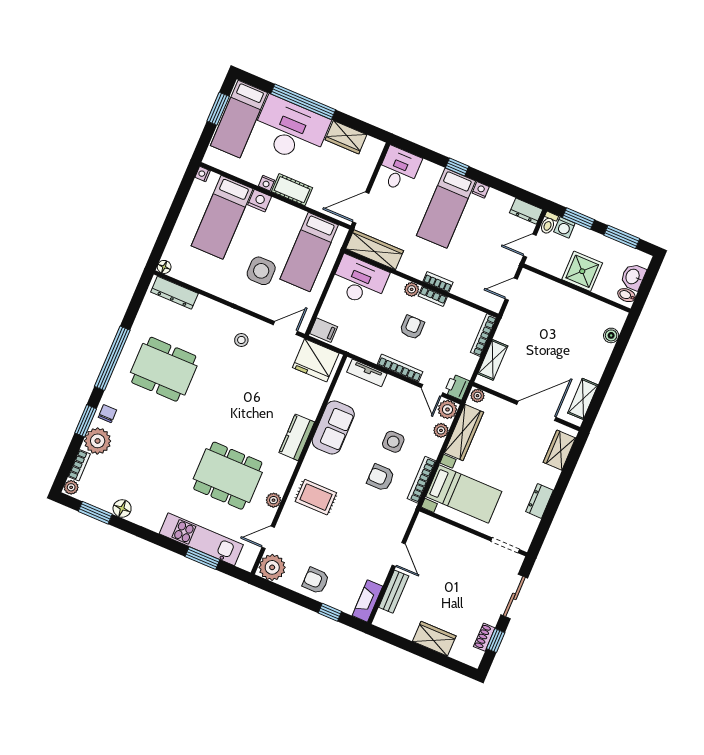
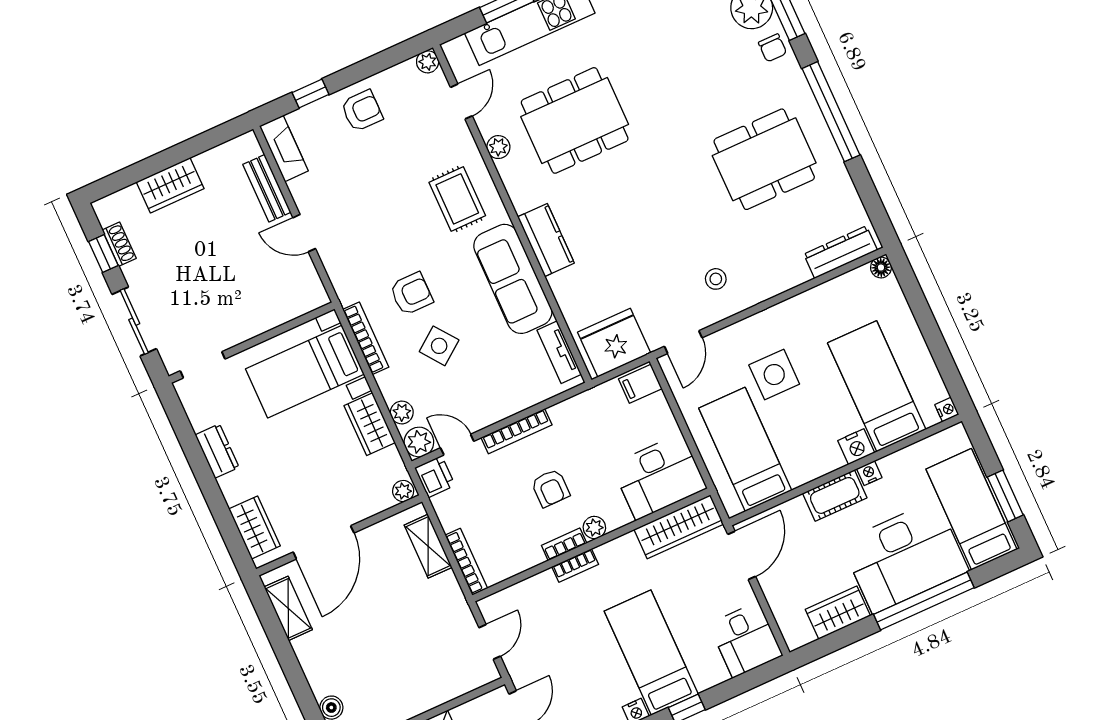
tv unit: (367, 373) -> (559, 352), moved, turned -90
sofa: (333, 427) -> (513, 279), width x1.36
wardrobe: (464, 432) -> (370, 424), width x0.67
side table: (393, 442) -> (439, 346), turned -37
rug: (316, 497) -> (457, 199), turned 90
plant: (272, 567) -> (428, 62), width x0.53, depth x0.53

